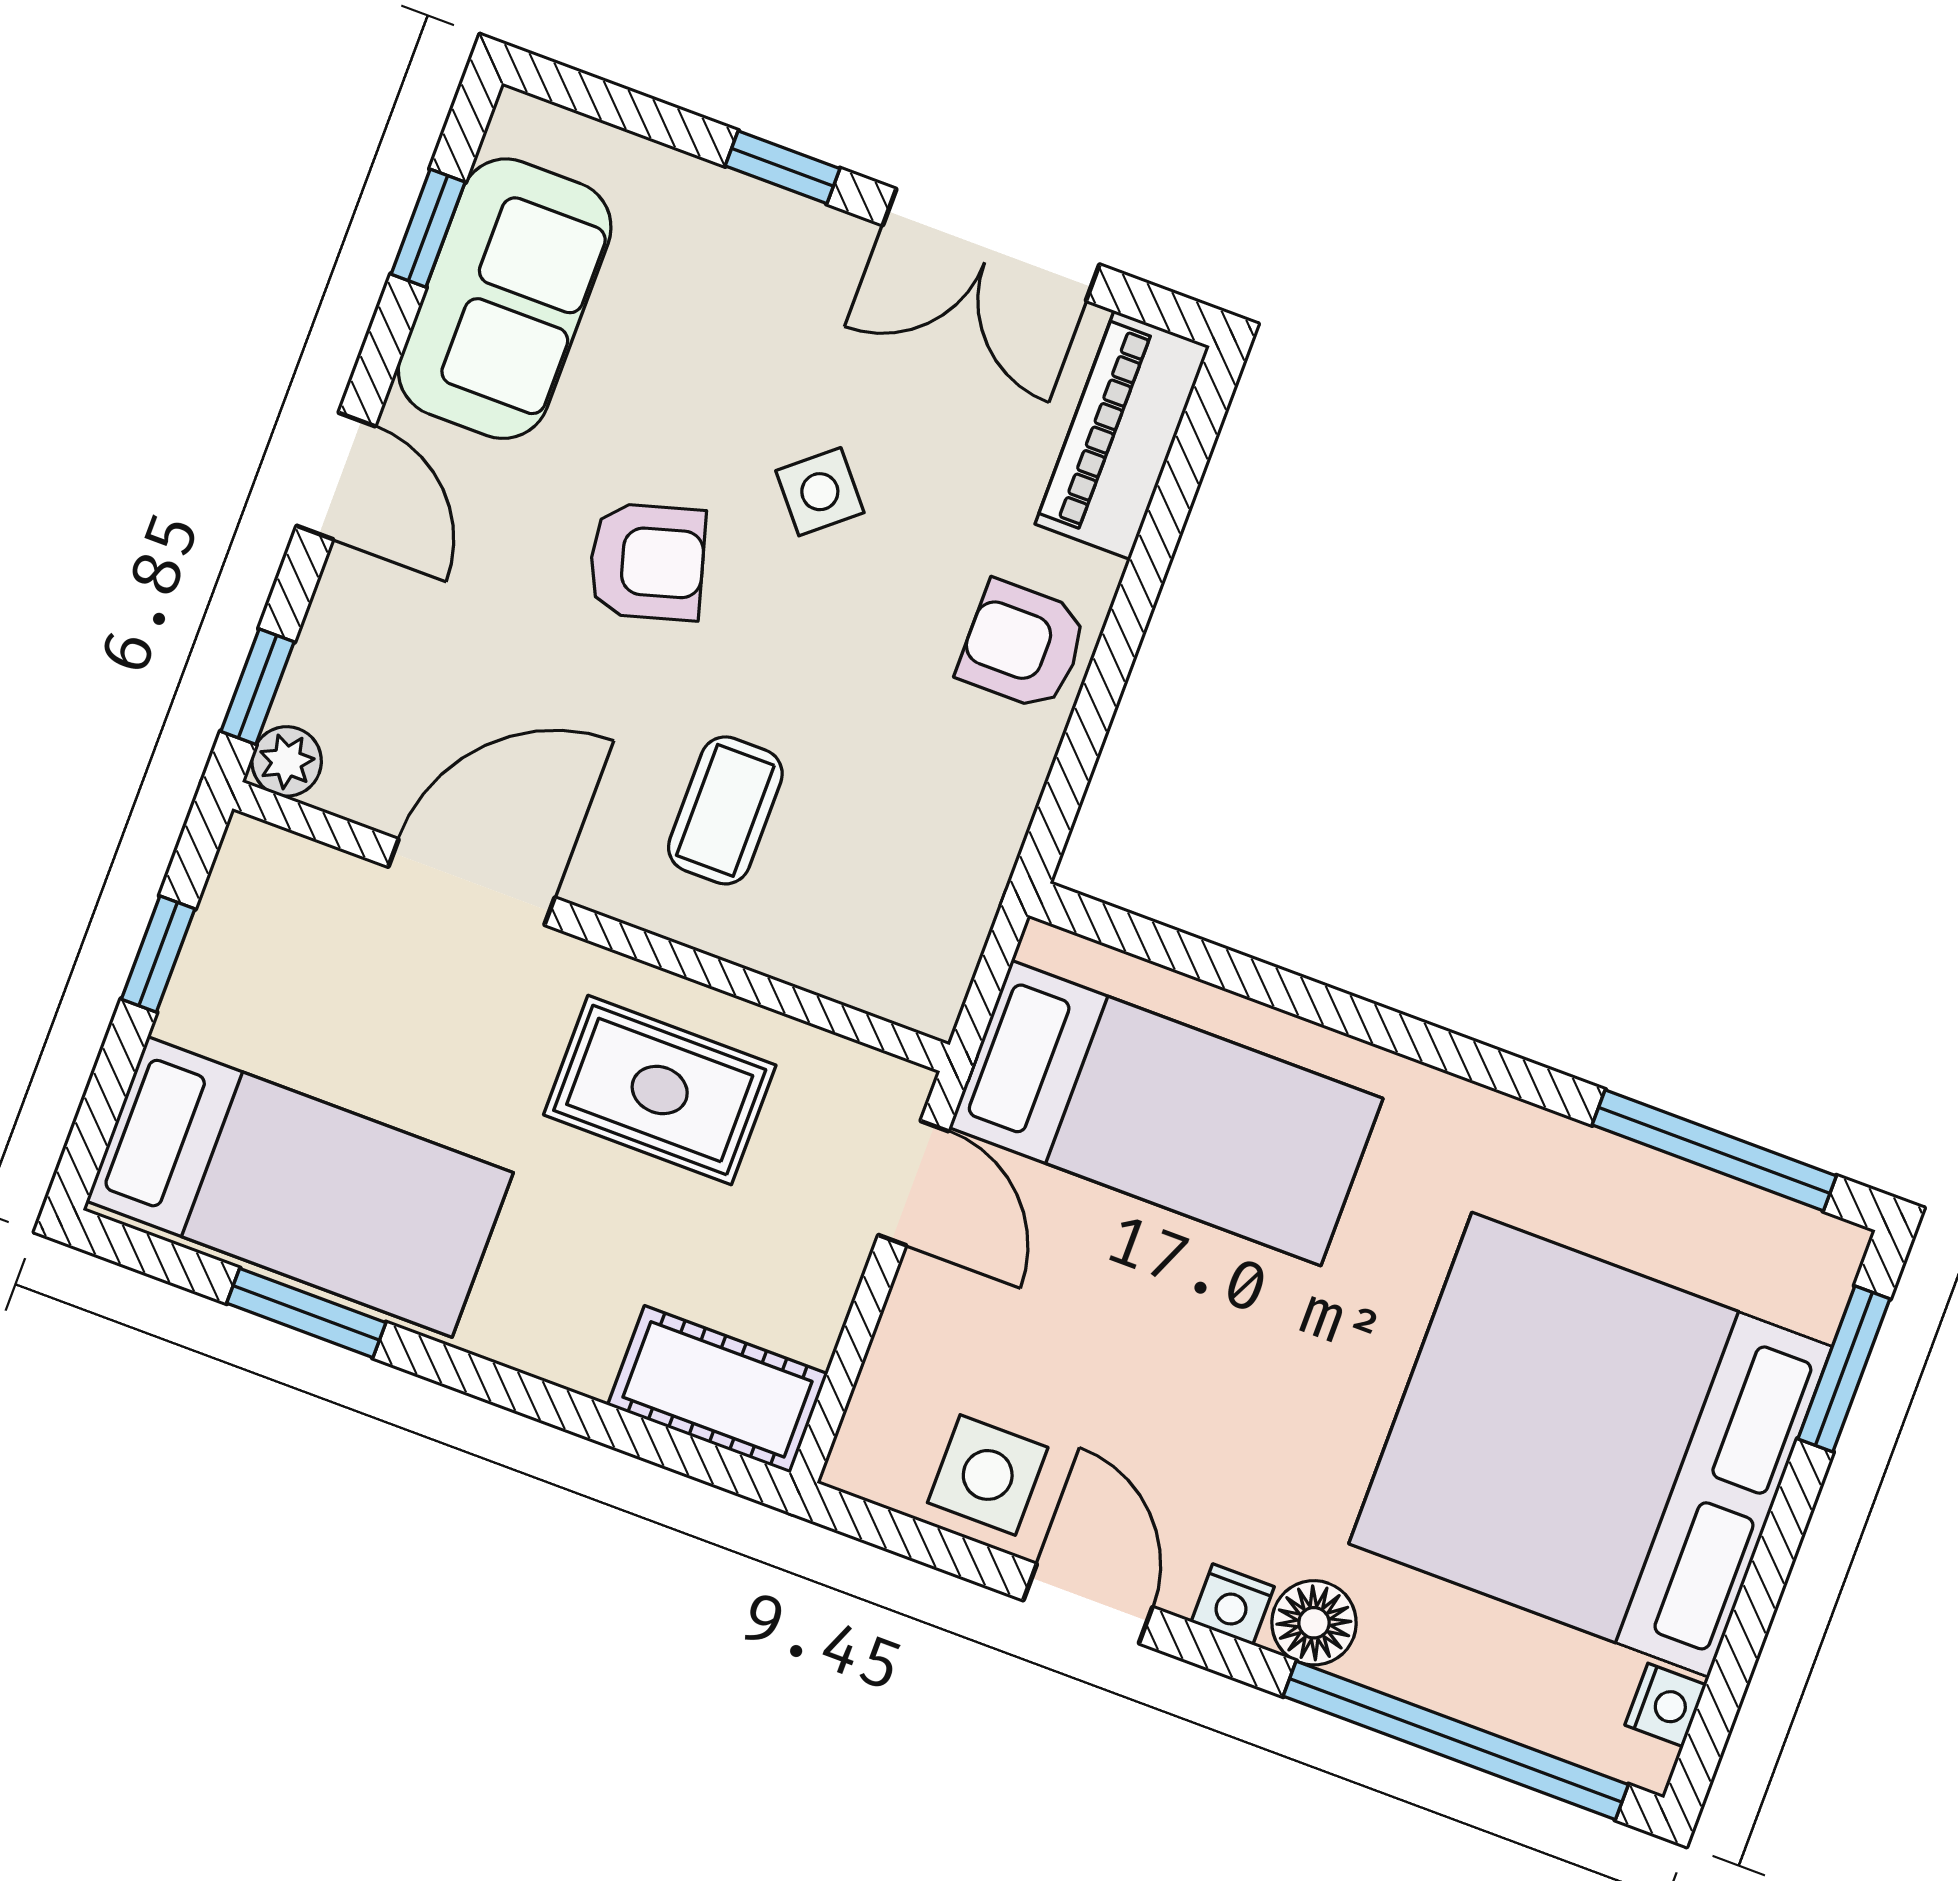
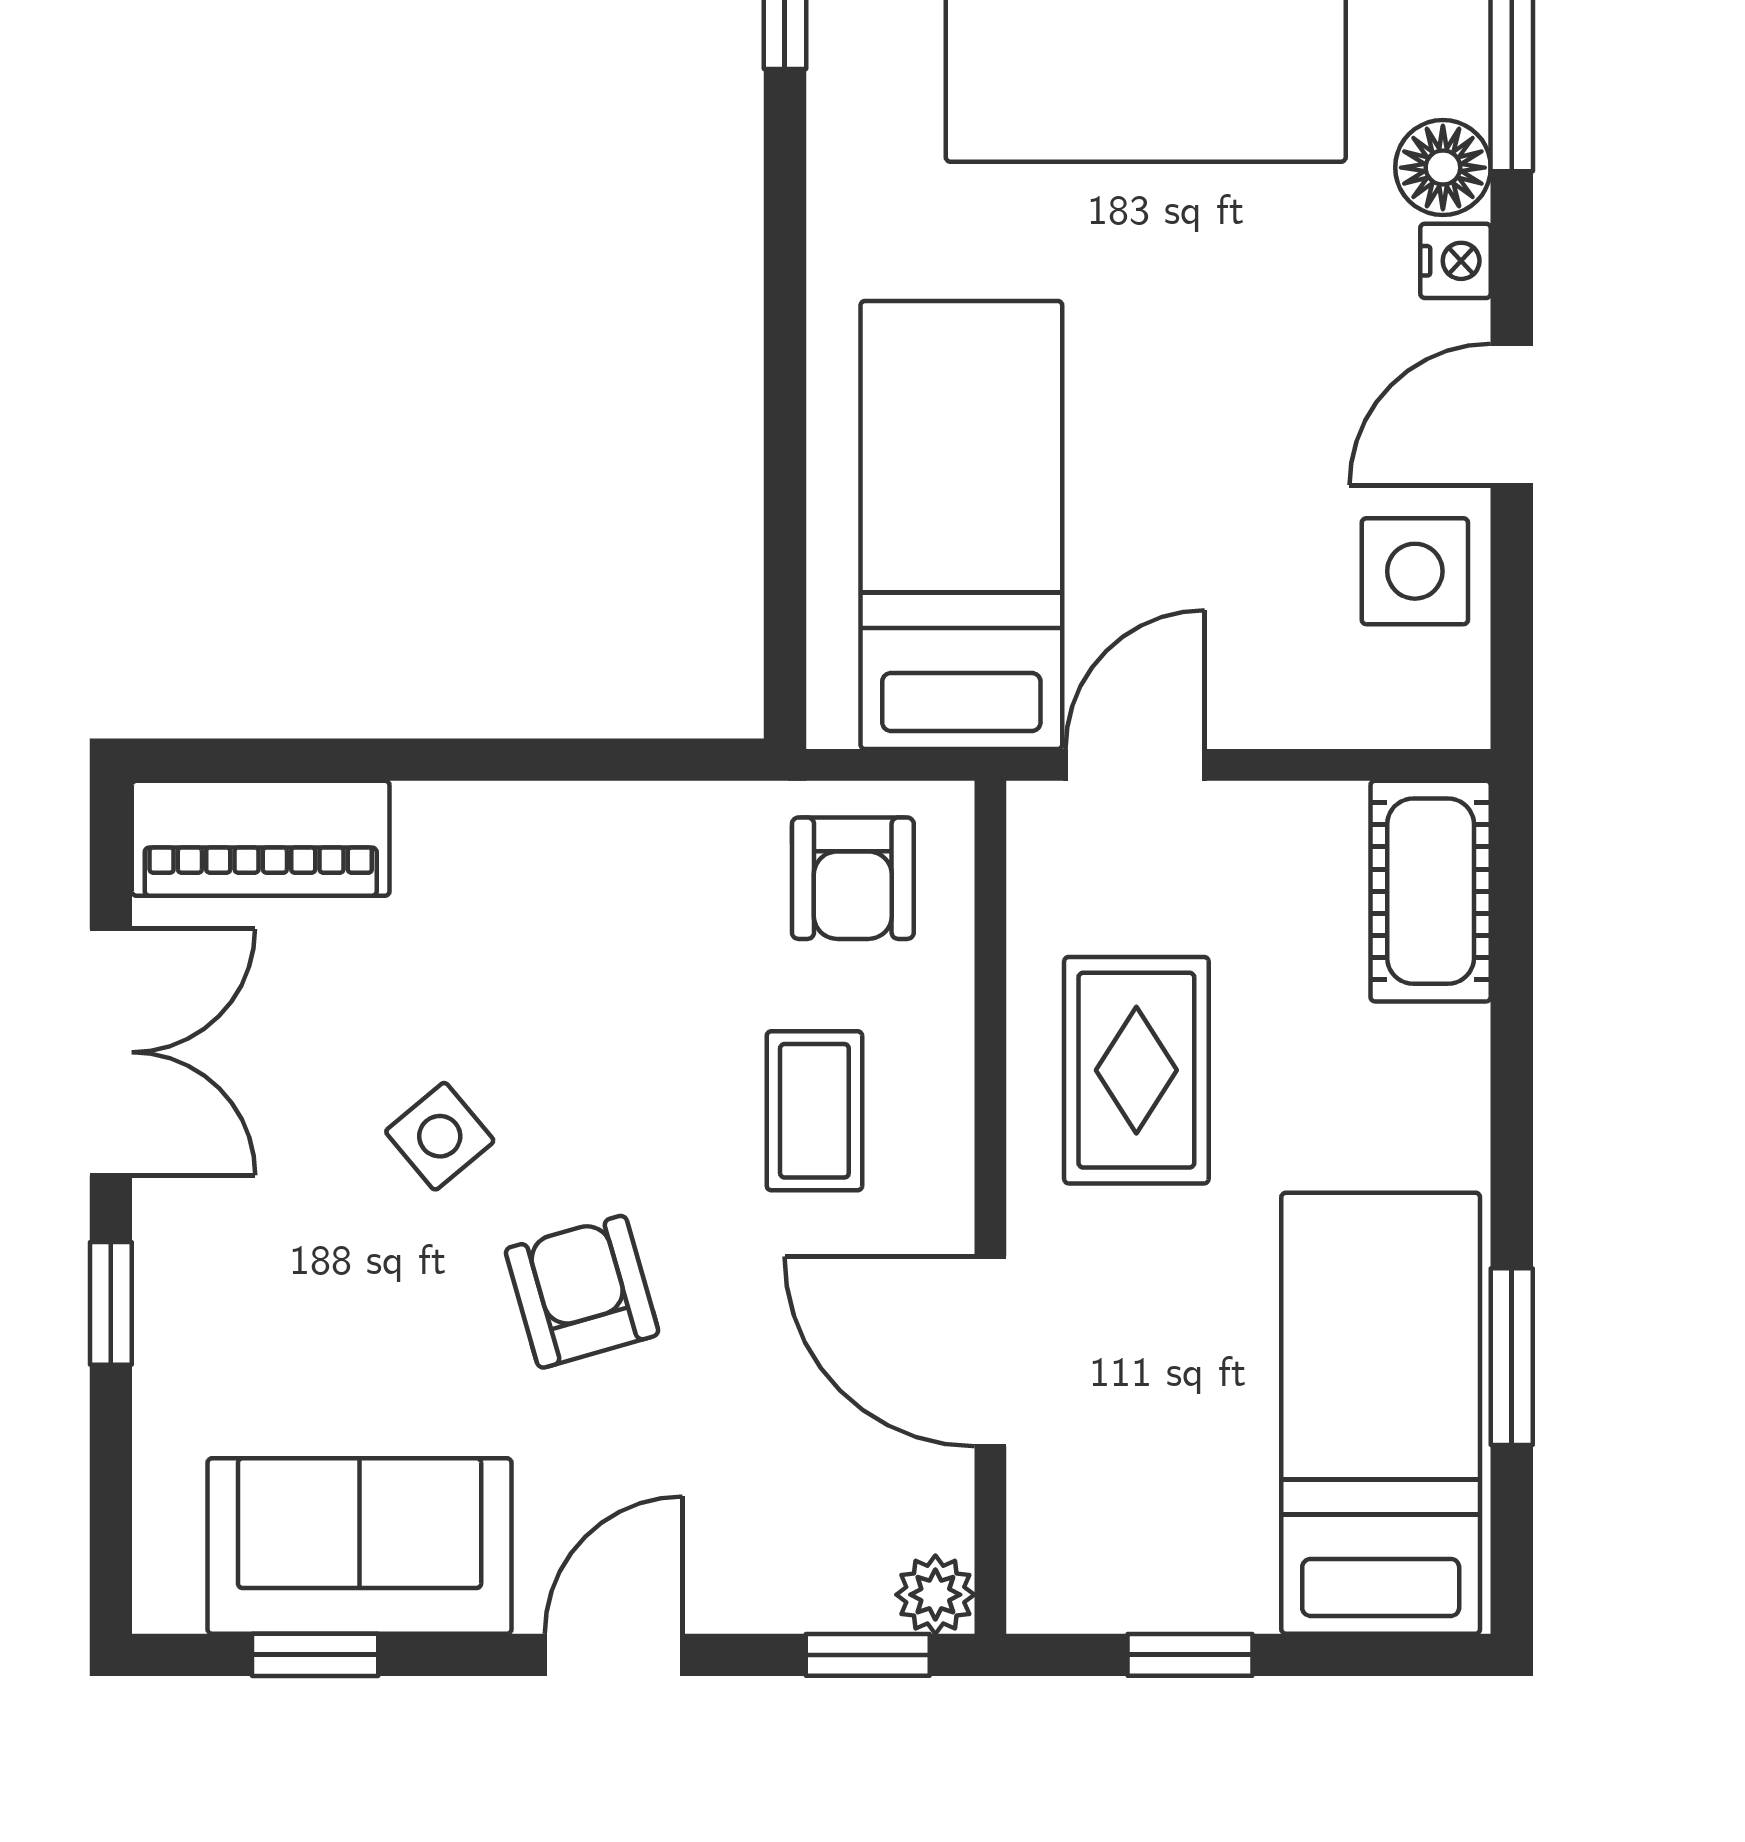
armchair: (1023, 645) -> (853, 878), moved
coffee table: (725, 810) -> (814, 1111), turned 90

